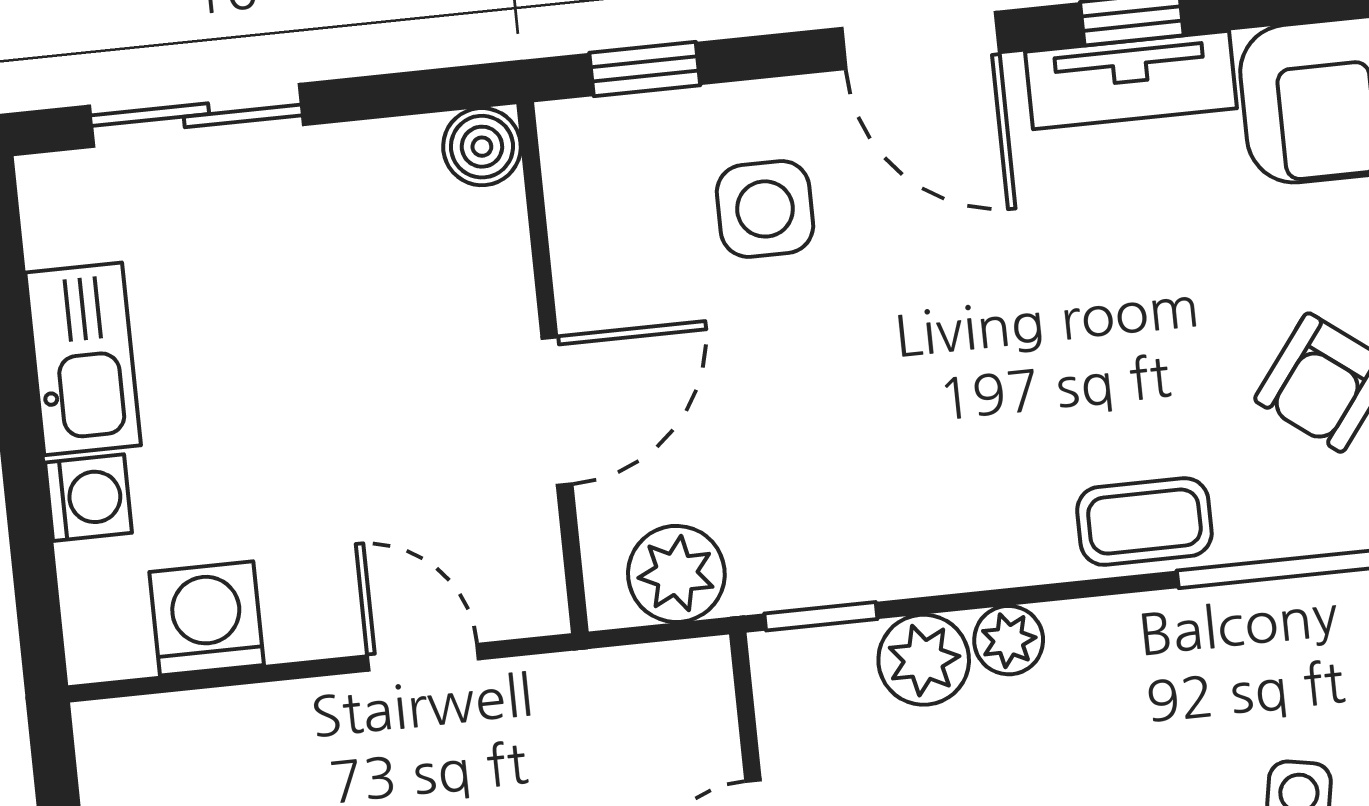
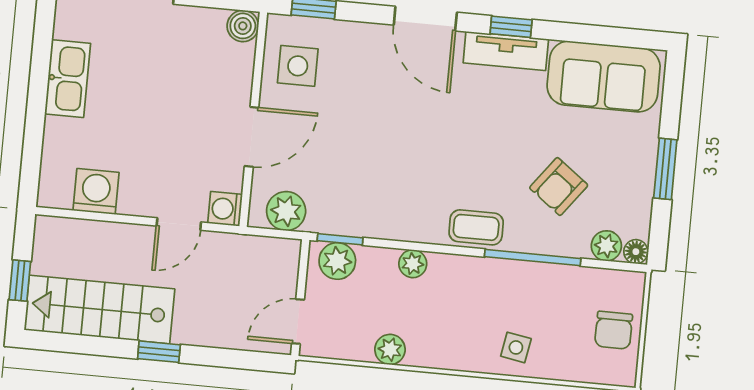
side table: (765, 209) -> (298, 66), moved
washing machine: (89, 498) -> (225, 209), moved, turned 180
door: (423, 657) -> (179, 224), swing flipped
plant: (924, 660) -> (337, 261), moved

